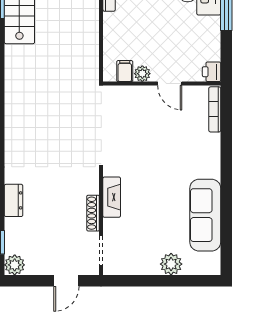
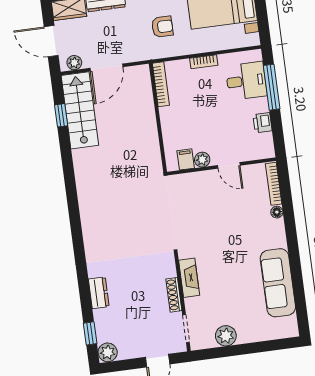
printer: (212, 72) -> (262, 123), moved
floor lamp: (214, 140) -> (277, 212), added
plant: (171, 264) -> (226, 336), moved

